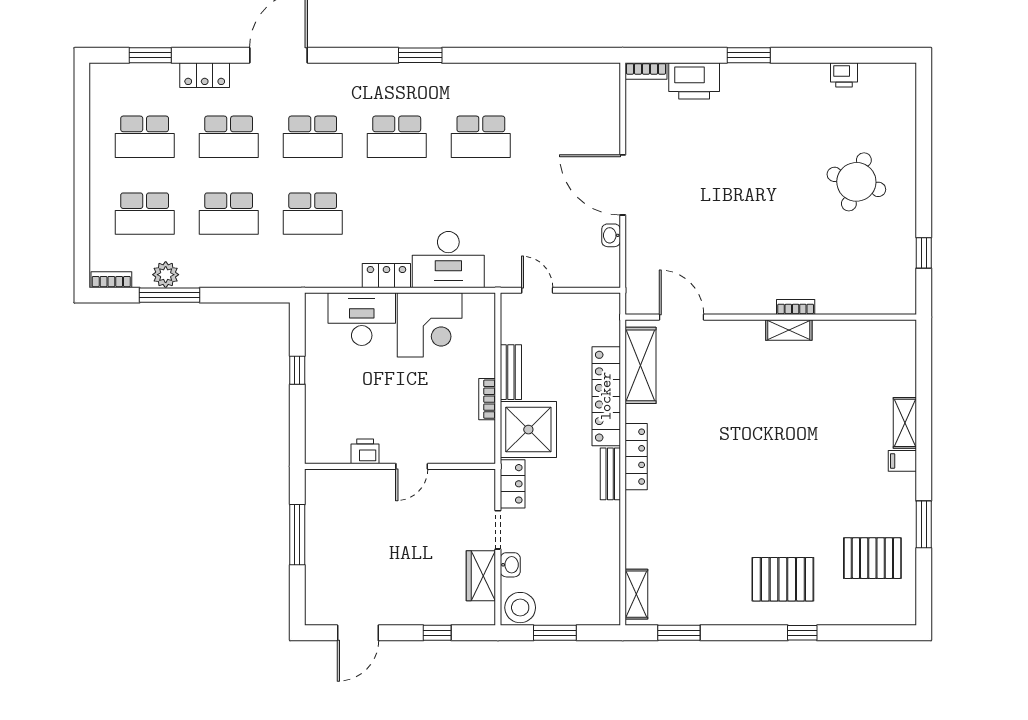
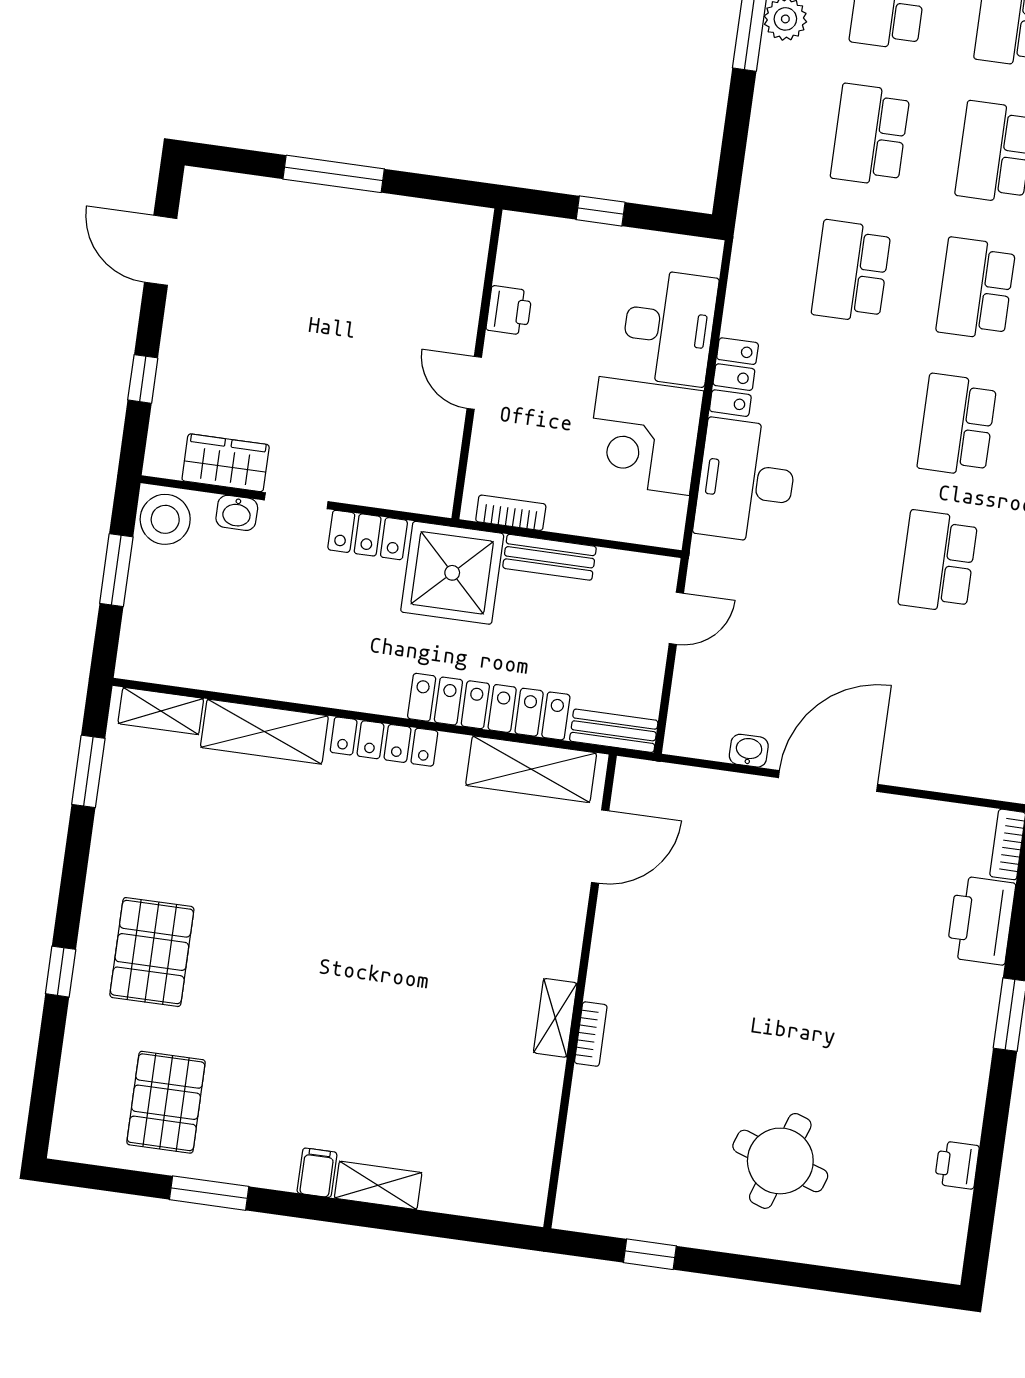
printer: (365, 451) -> (509, 310), moved
wall: (400, 466) -> (477, 364), moved
door: (412, 466) -> (474, 383), moved
bench: (610, 474) -> (614, 731), moved
shelving: (640, 530) -> (264, 732), added

